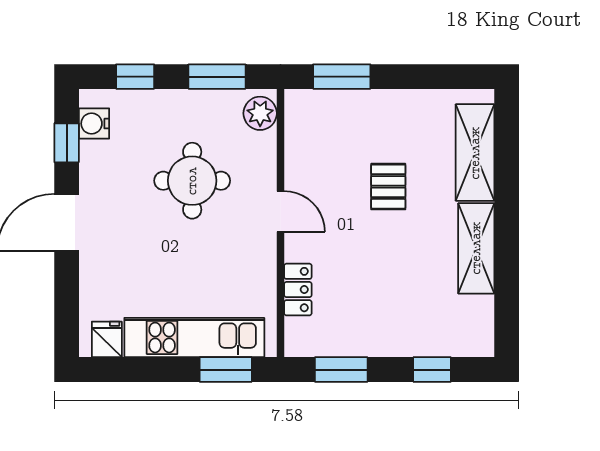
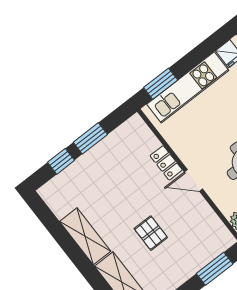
locker: (298, 290) -> (166, 163), moved
window: (341, 370) -> (90, 138), moved

